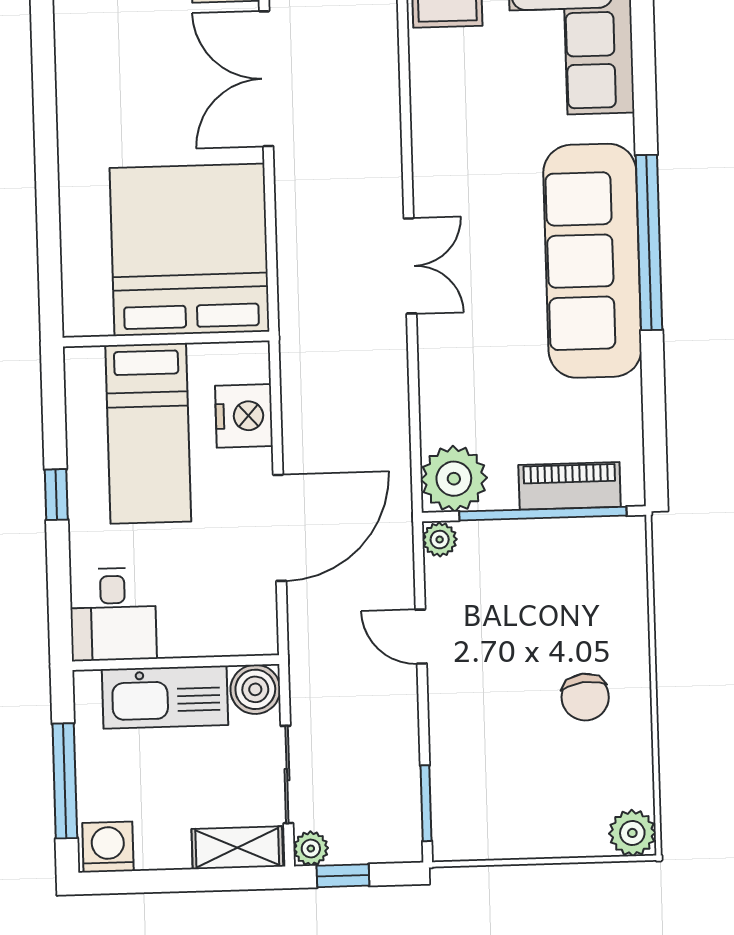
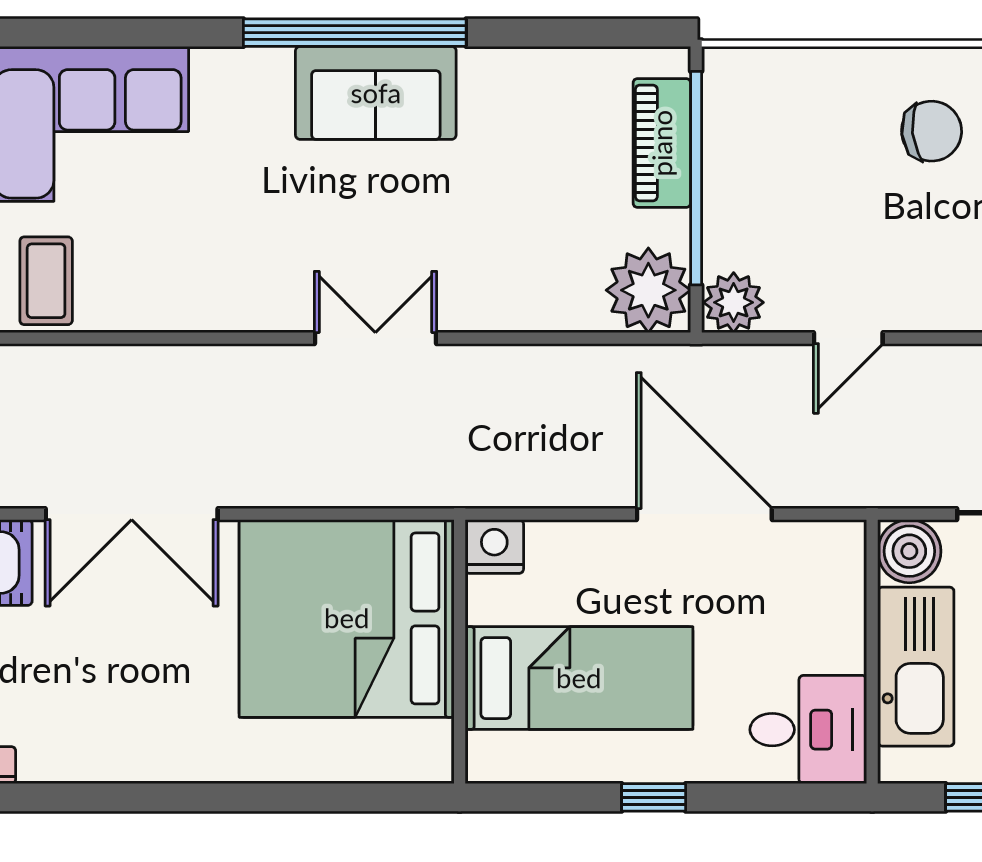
sofa: (592, 261) -> (376, 93), width x0.54, depth x0.79
nightstand: (244, 416) -> (494, 547), moved, width x0.74, depth x0.75
plant: (440, 540) -> (734, 302), width x1.38, depth x1.38

